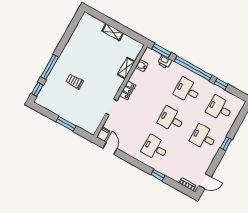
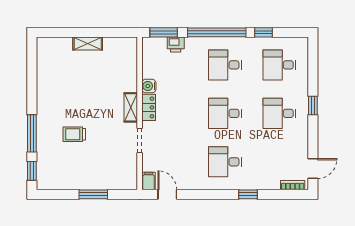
water cooler: (142, 66) -> (149, 86), moved
shelving: (126, 68) -> (131, 107), moved

